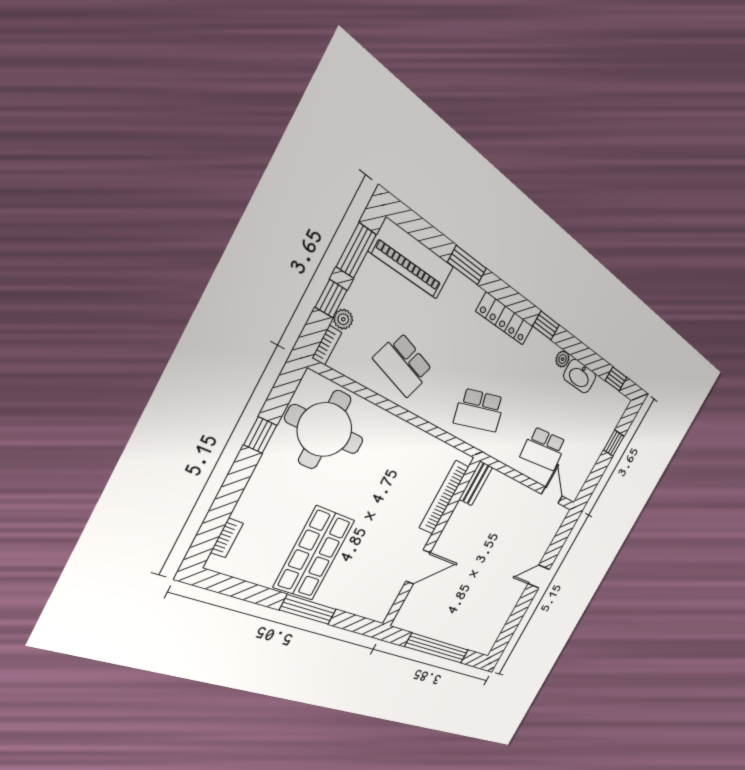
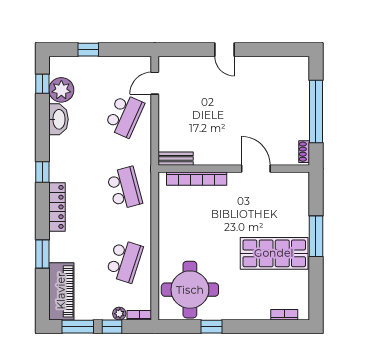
plant: (563, 359) -> (61, 90), moved, width x1.87, depth x1.87
school desk: (544, 449) -> (124, 115), turned 30
shoe rack: (406, 624) -> (304, 152), added

